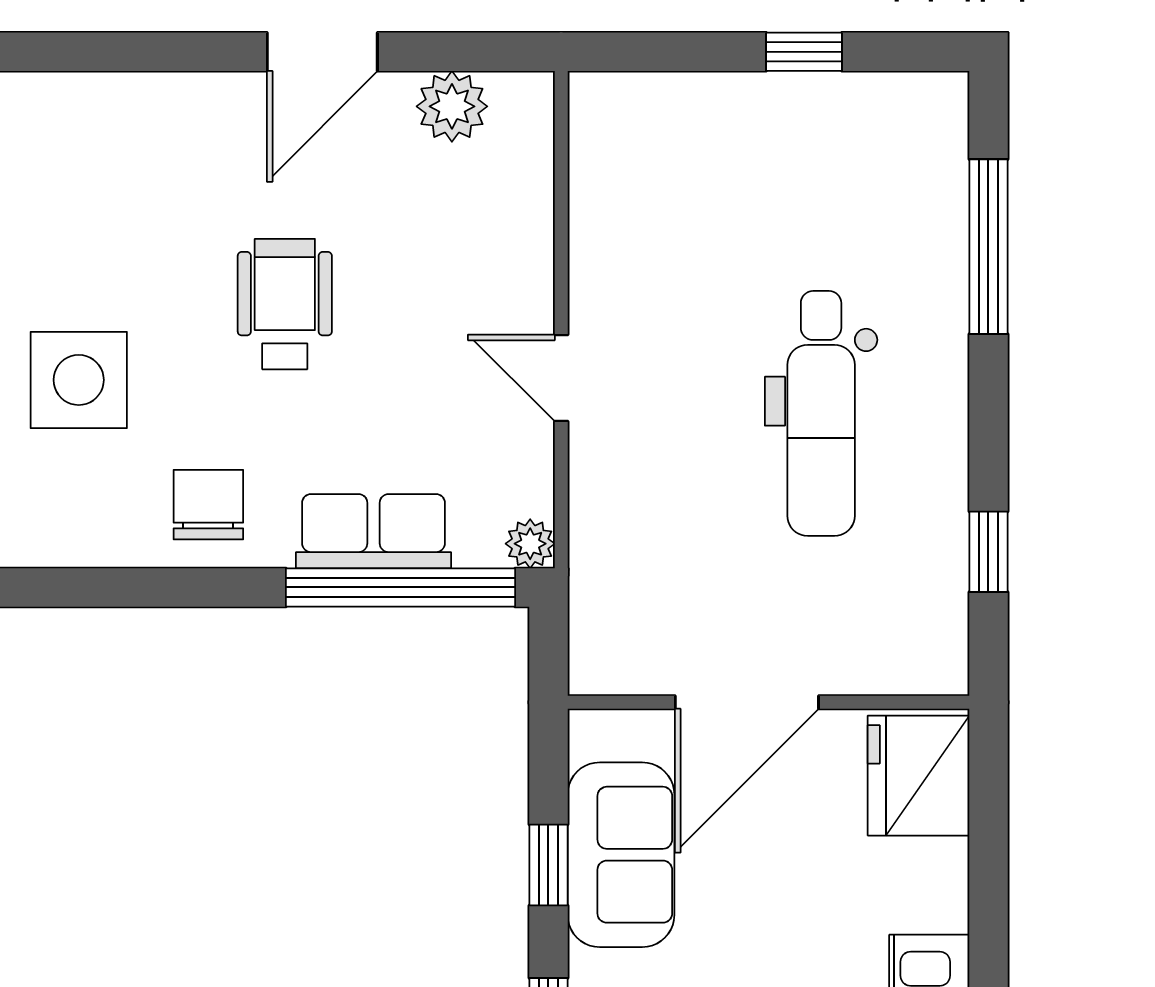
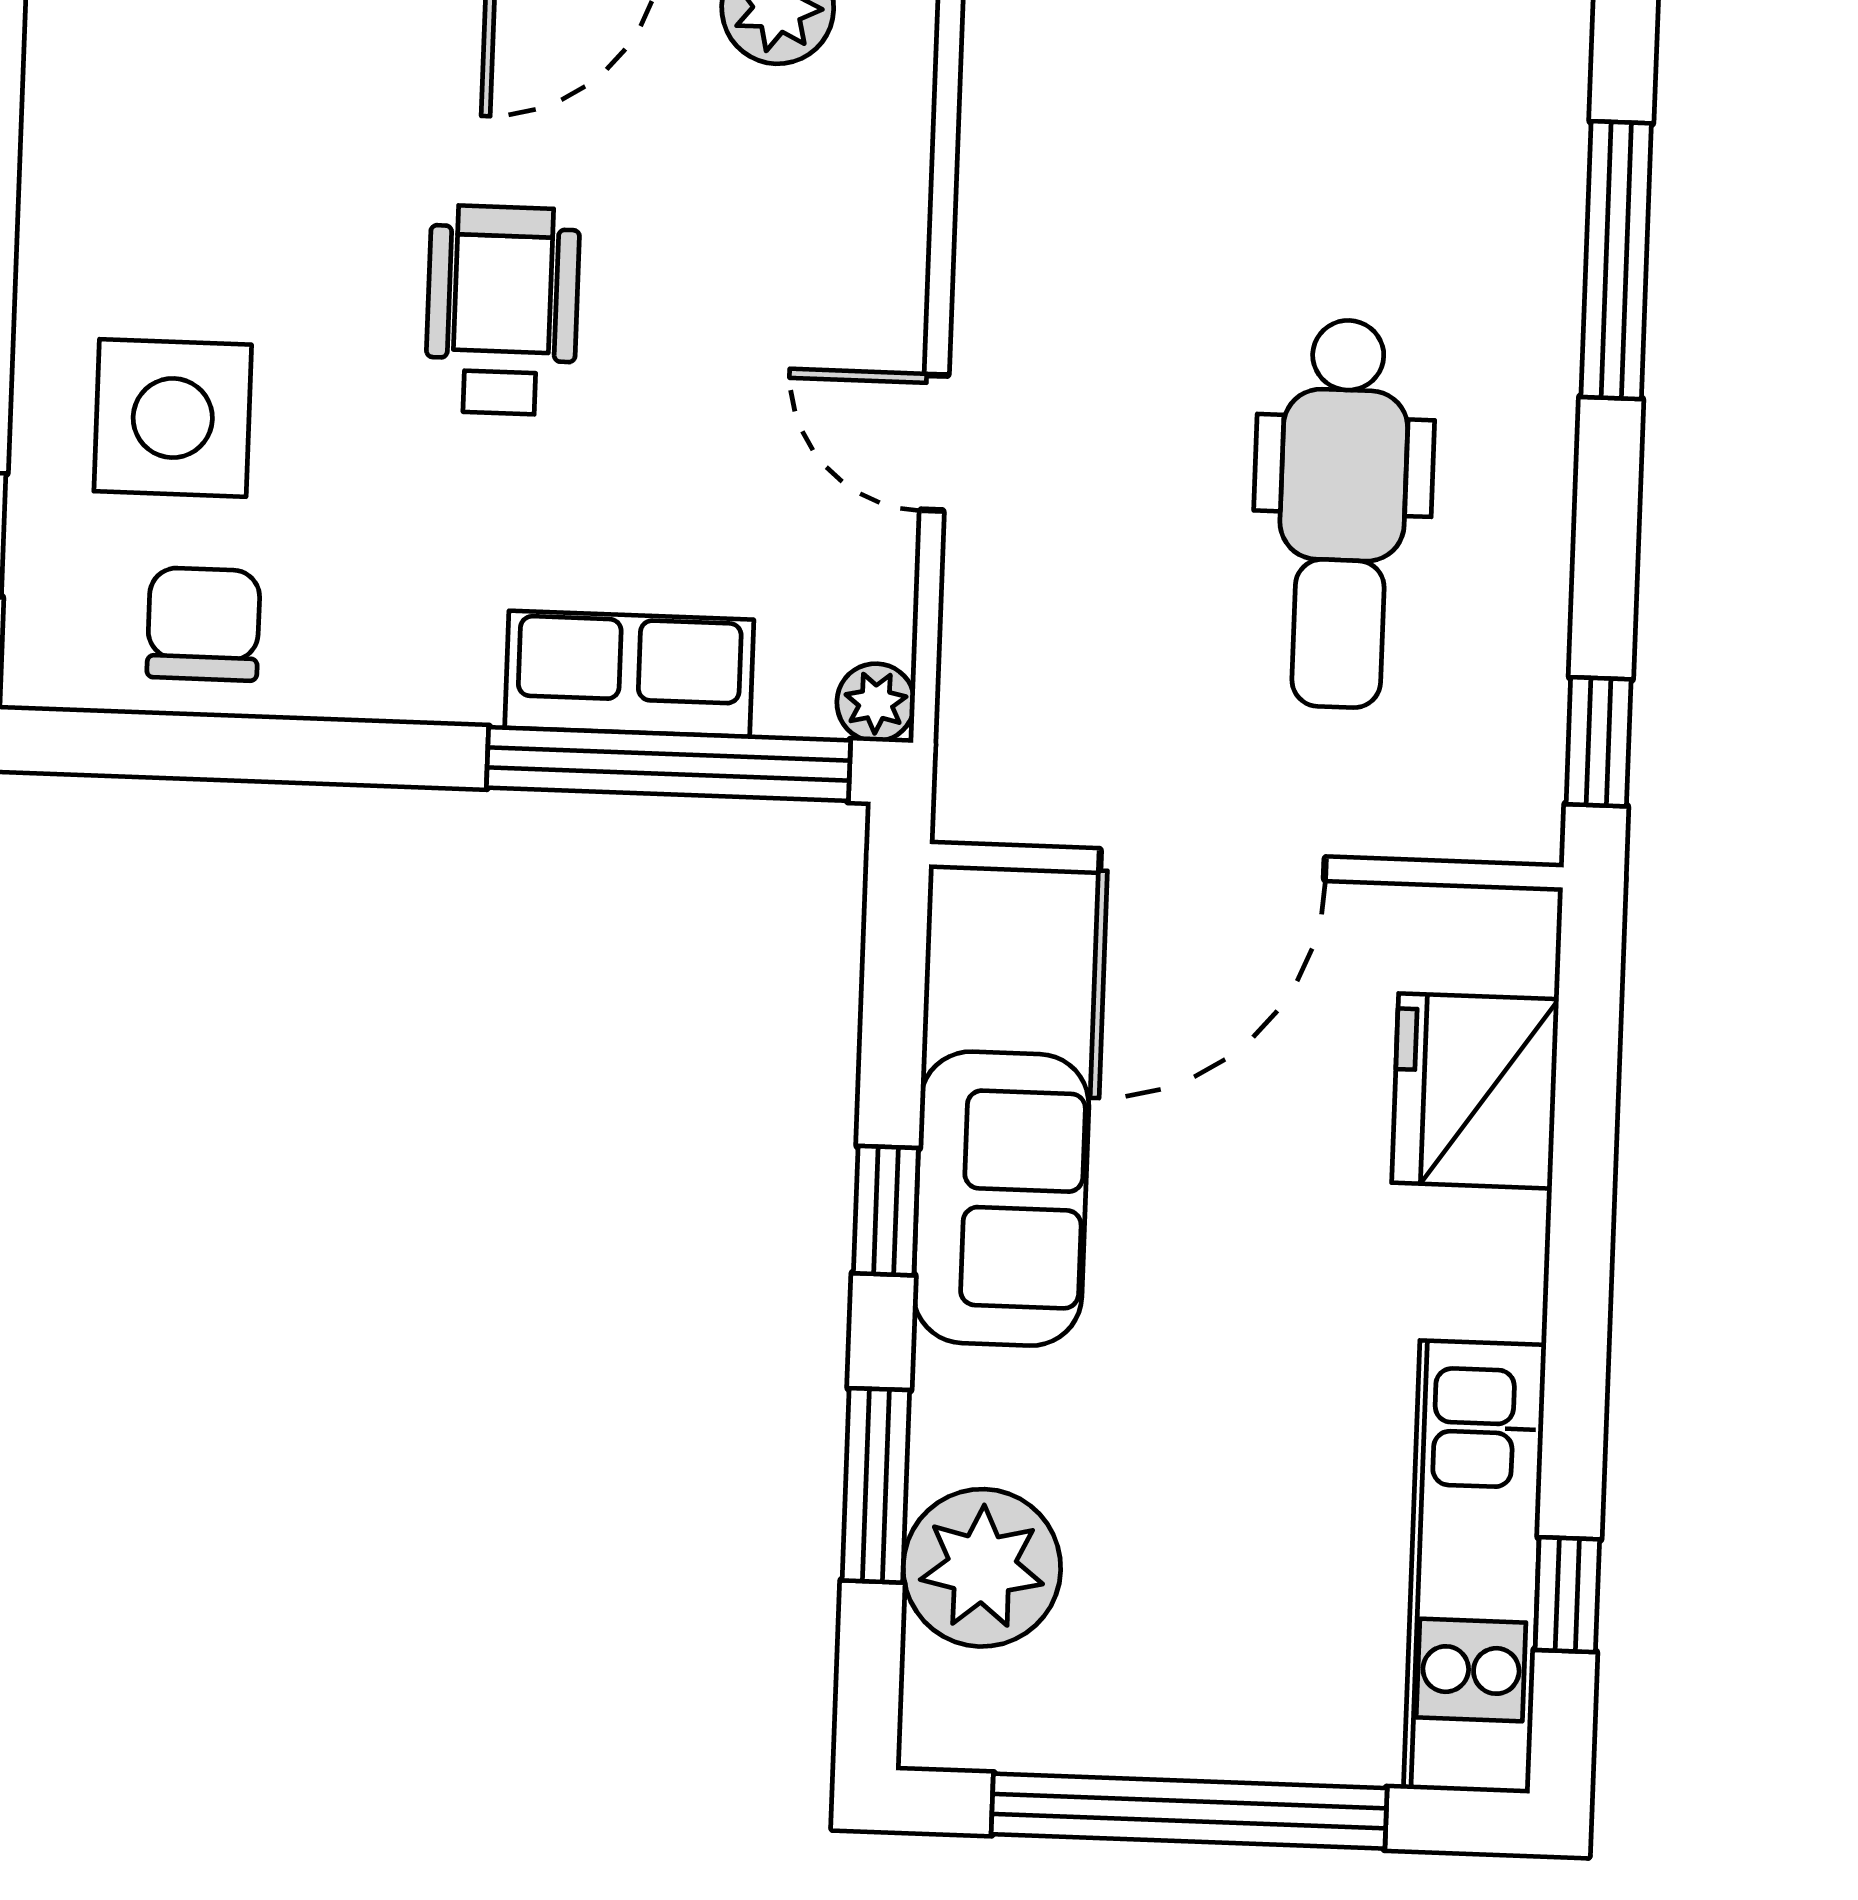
chair: (208, 505) -> (204, 624), moved
door: (747, 702) -> (1212, 865), moved
wall: (768, 702) -> (1246, 866), moved

